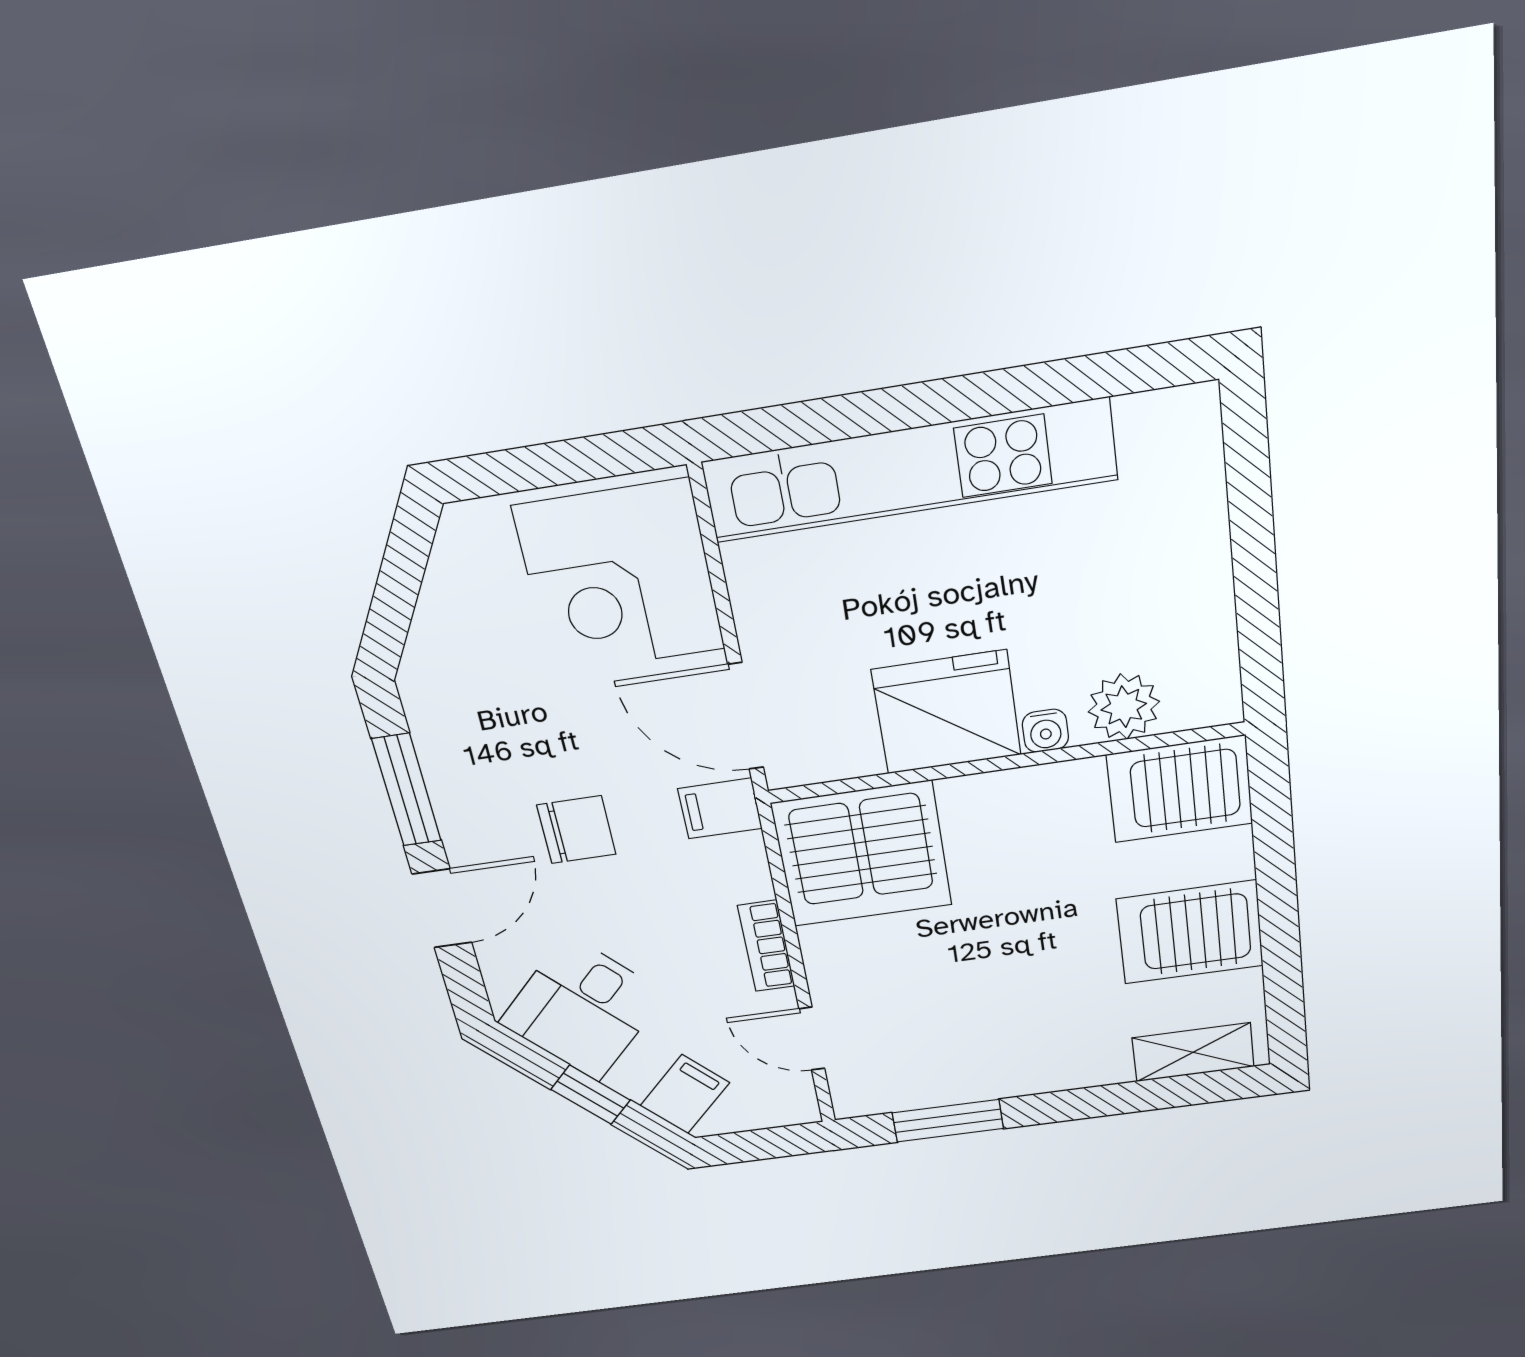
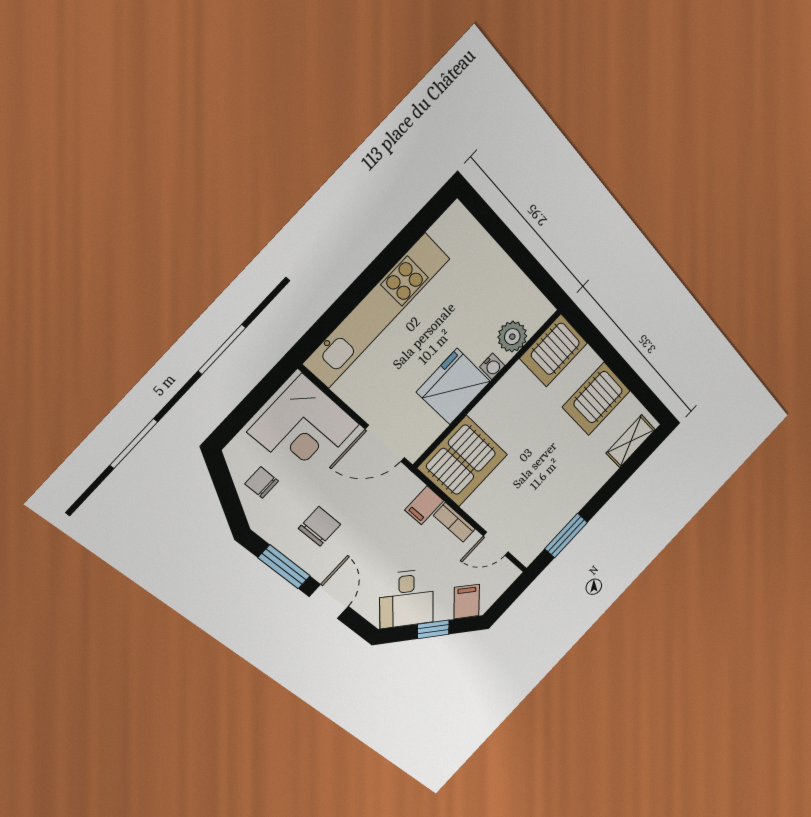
chair: (473, 615) -> (262, 482), added
filing cabinet: (720, 808) -> (424, 505), moved
chair: (576, 830) -> (320, 526), moved

